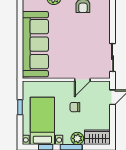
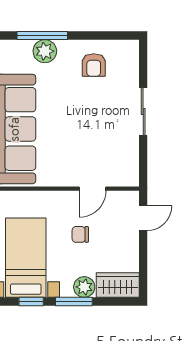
sliding door: (113, 58) -> (143, 112), moved

